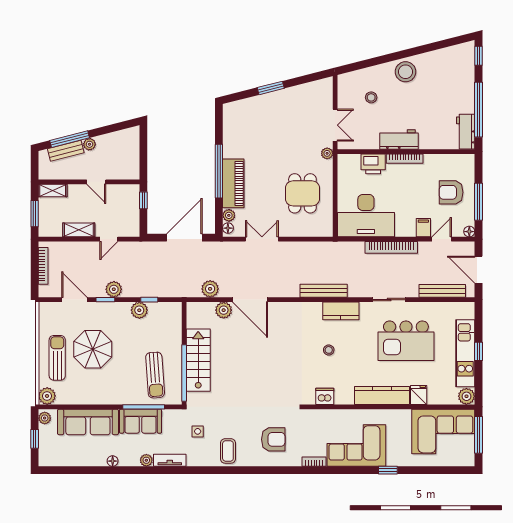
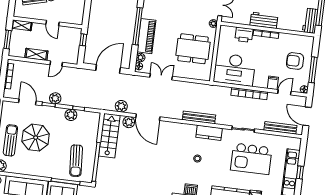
dining table: (302, 193) -> (193, 49), width x1.38
stairs: (198, 360) -> (109, 136), moved

